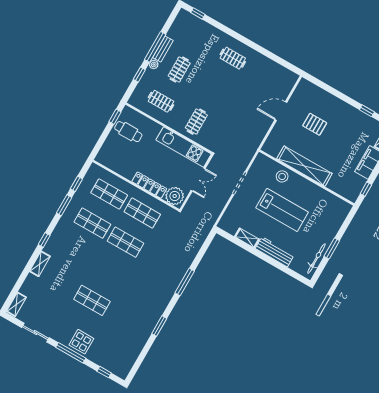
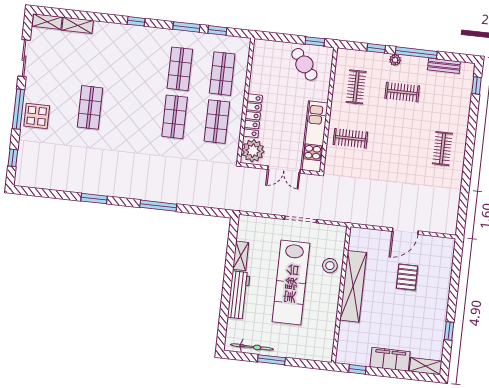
bench: (163, 49) -> (444, 66), moved
door: (281, 111) -> (405, 231), swing flipped
cafe table: (128, 132) -> (304, 64), turned -39
lab bench: (282, 210) -> (291, 283), width x1.36
shelving: (40, 264) -> (78, 25), moved

